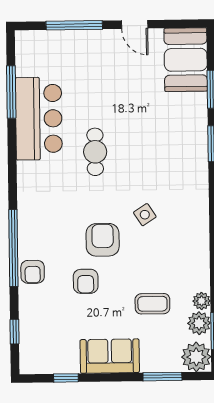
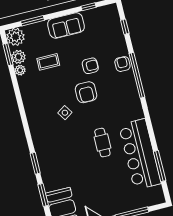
bar counter: (39, 119) -> (140, 154), width x1.36
armchair: (86, 281) -> (90, 66), turned 90

